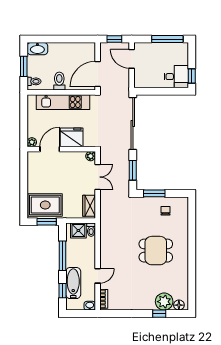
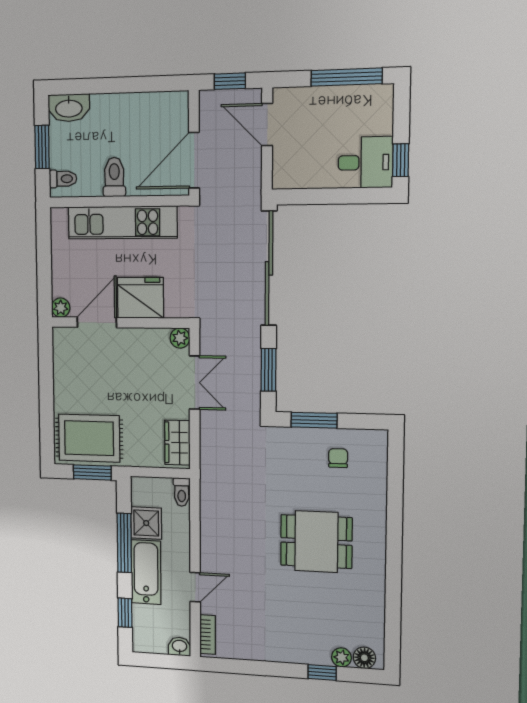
shower: (78, 231) -> (146, 523), moved
bathtub: (73, 283) -> (146, 572), moved
plant: (164, 302) -> (341, 657), width x0.53, depth x0.53

